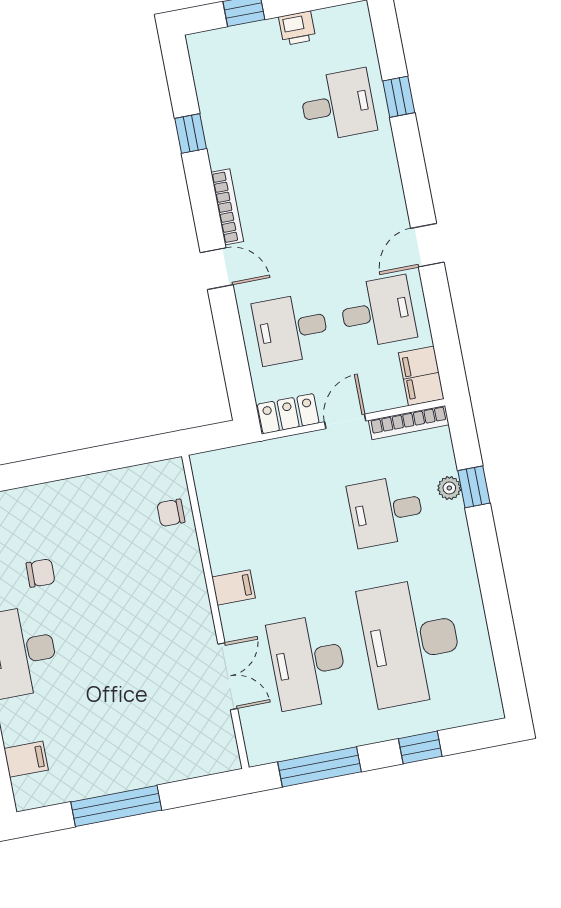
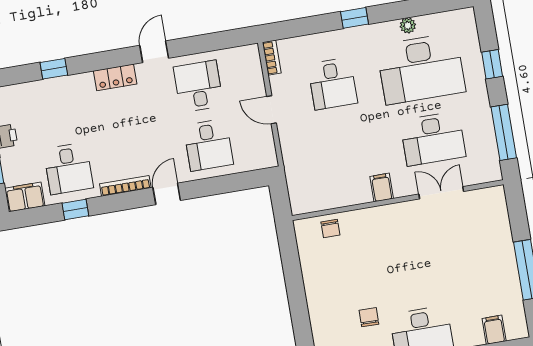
desk: (338, 105) -> (68, 169), moved, turned 180
door: (427, 245) -> (154, 52), swing flipped
filing cabinet: (421, 376) -> (25, 197), moved, turned 180
locker: (288, 414) -> (115, 77), moved, turned -90
bookcase: (409, 423) -> (272, 58), width x0.64
window: (474, 487) -> (354, 18), moved
plant: (449, 488) -> (408, 26), moved

